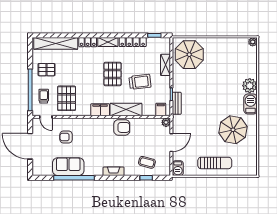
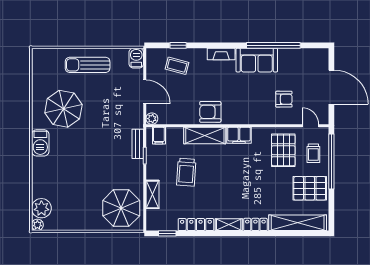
pallet: (47, 70) -> (310, 188), width x1.50, depth x1.42
pallet: (113, 74) -> (223, 182), removed
trolley: (140, 82) -> (186, 172), turned -79
plant: (250, 86) -> (41, 208), moved
door: (171, 143) -> (145, 92), swing flipped
sofa: (68, 167) -> (257, 60), moved

